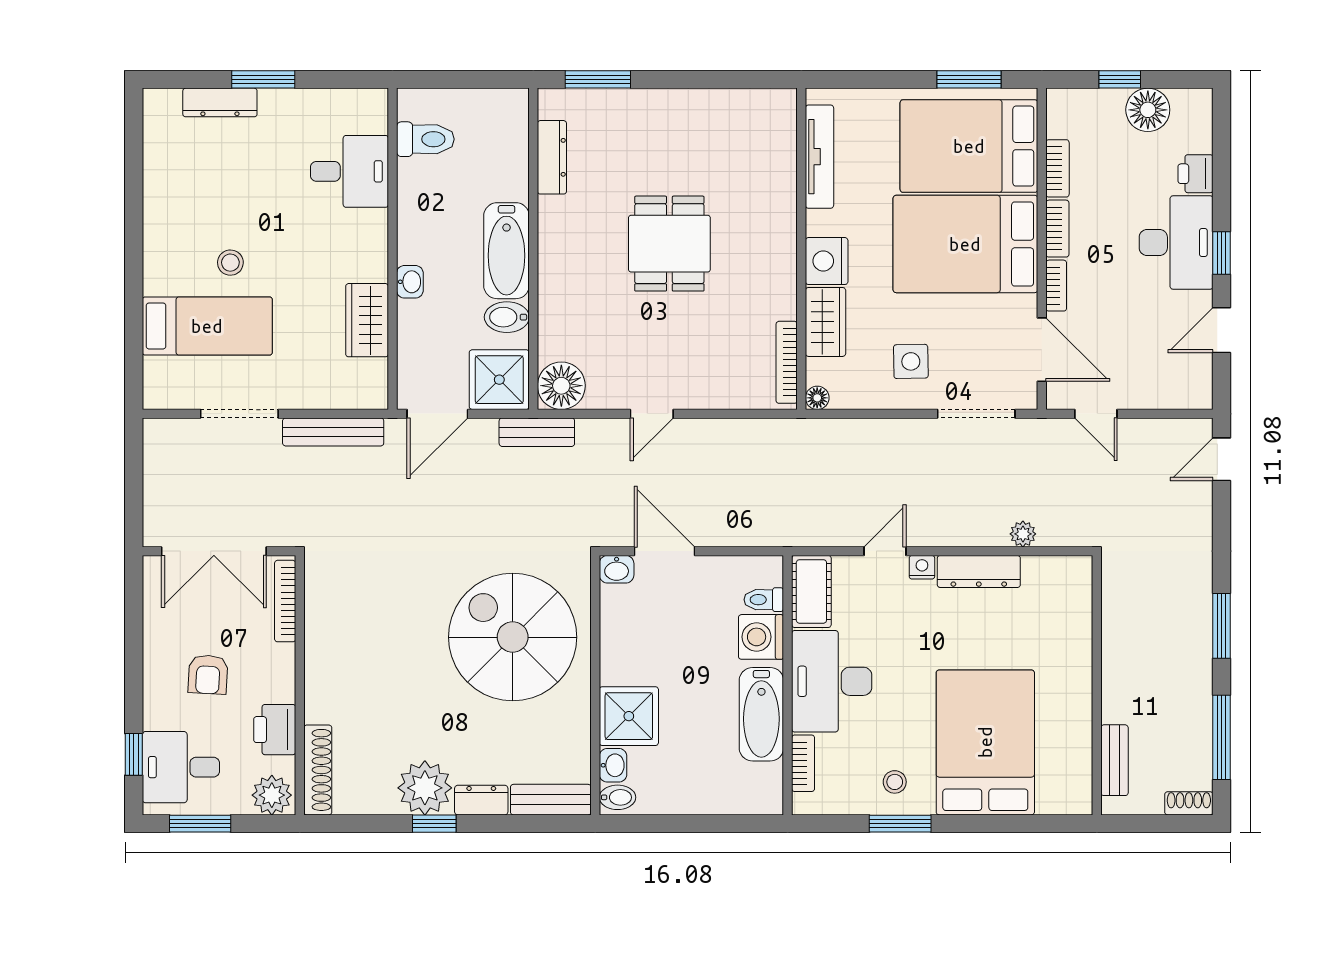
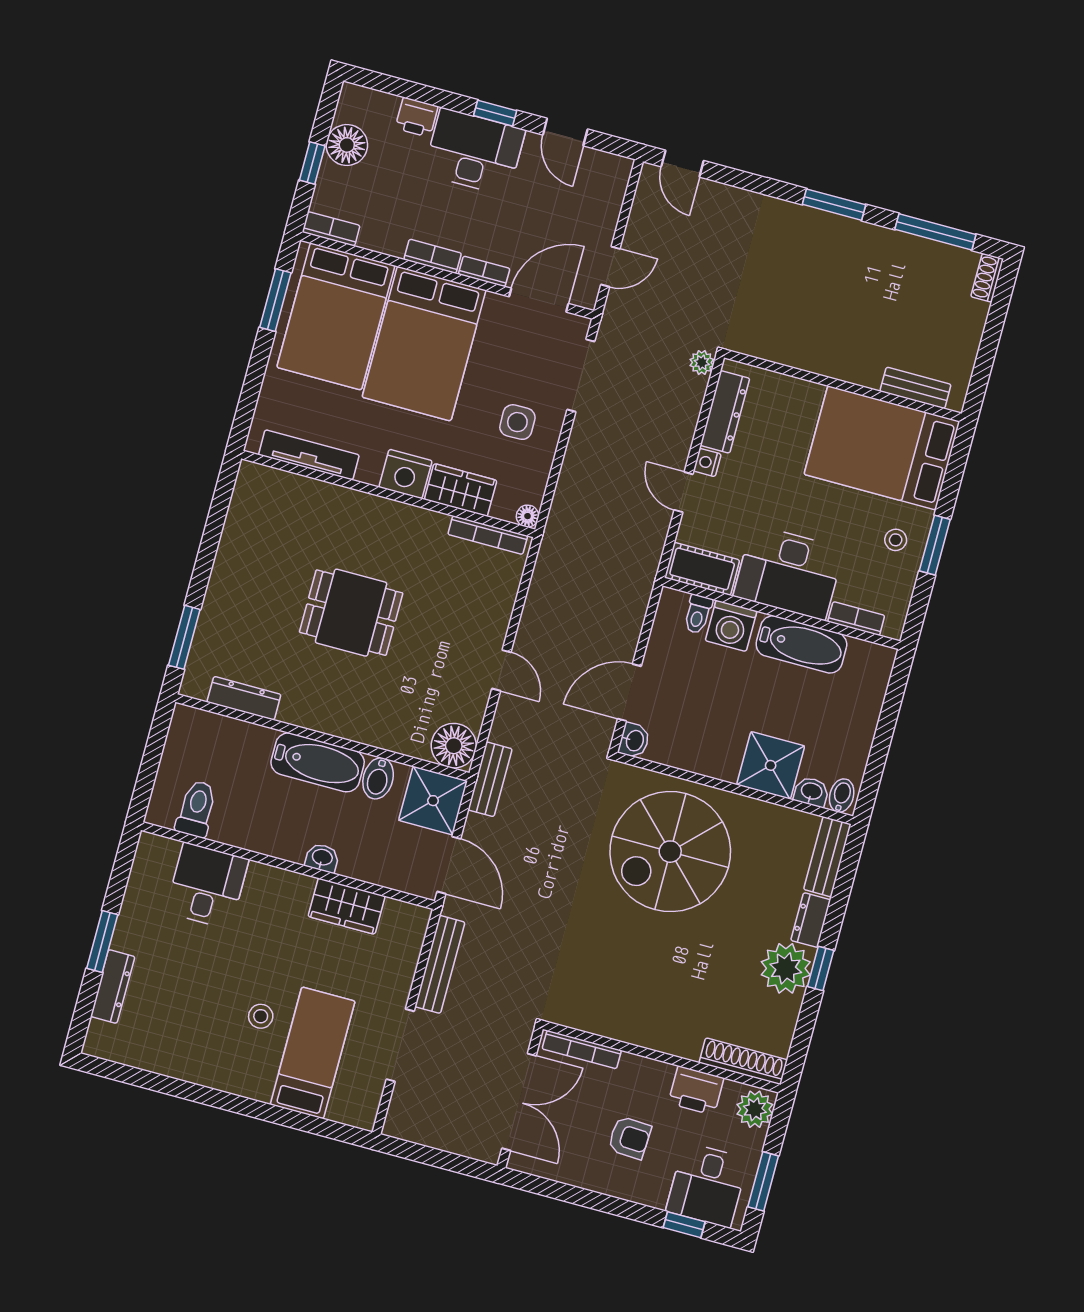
bookcase: (1058, 168) -> (331, 229), moved
wall: (1097, 685) -> (843, 385), moved
bench: (1115, 760) -> (915, 388), moved

